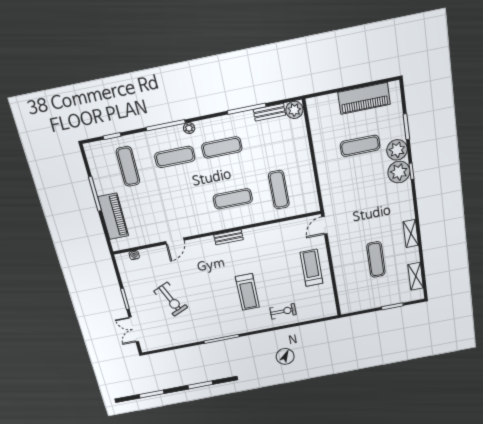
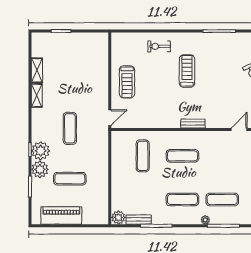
exercise mat: (376, 260) -> (70, 128), moved
shelving: (416, 276) -> (37, 70), moved

